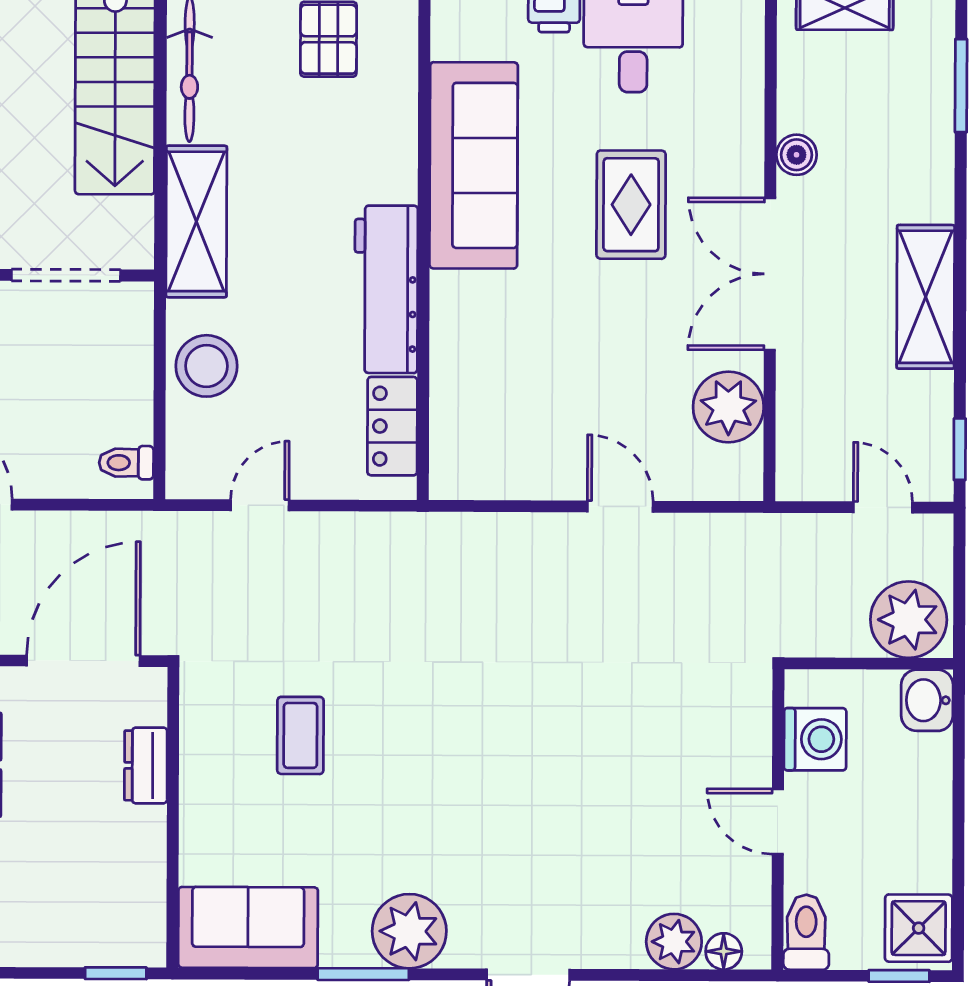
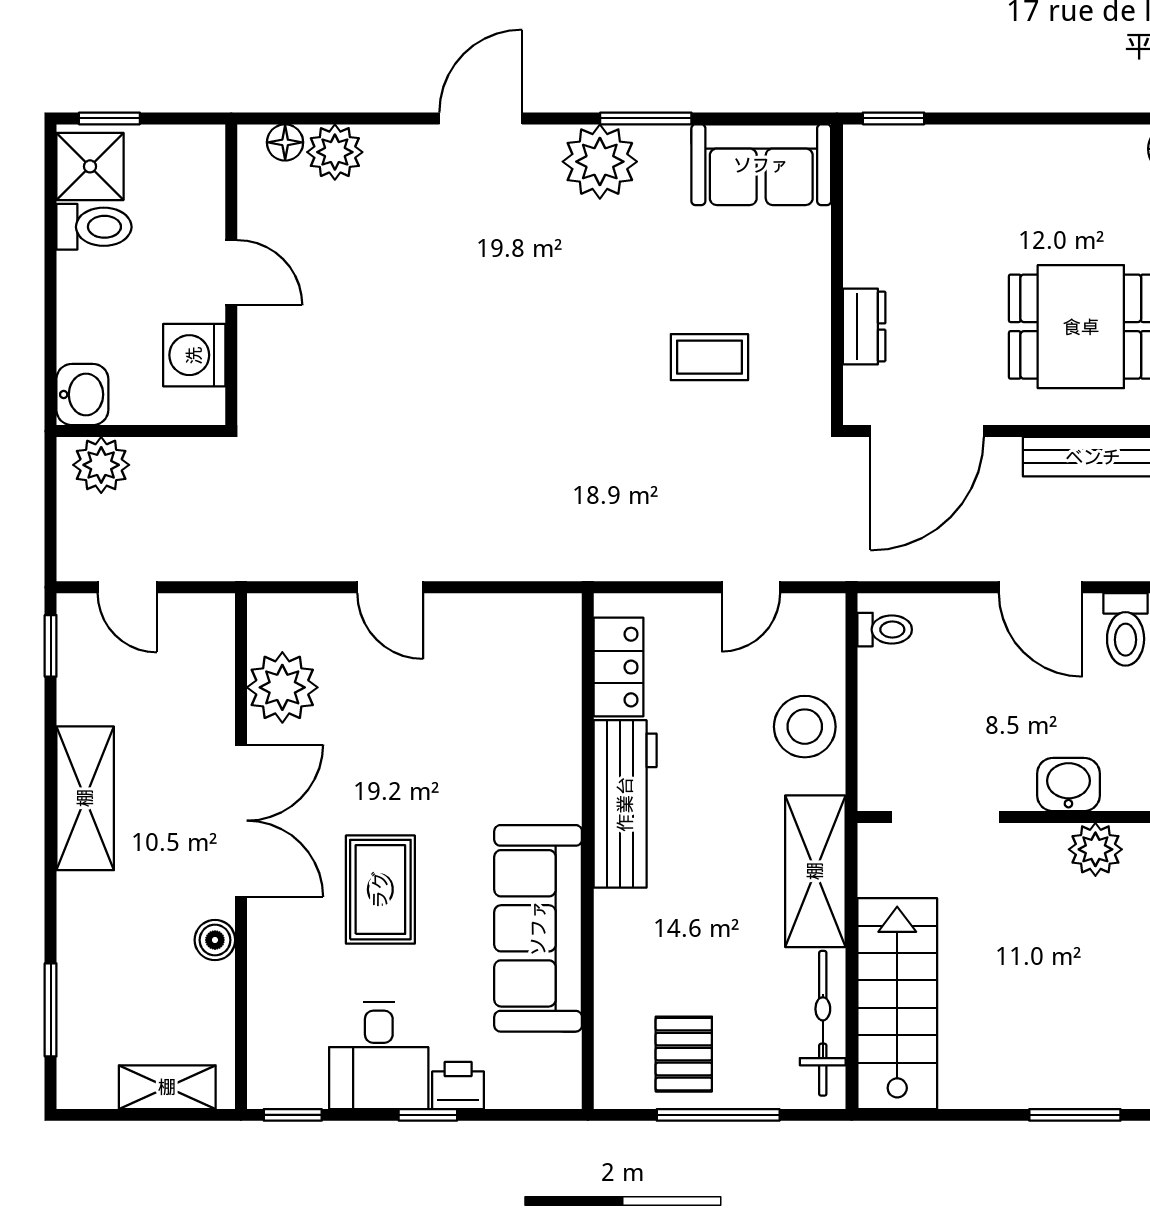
plant: (909, 620) -> (101, 465), width x0.73, depth x0.73
coffee table: (300, 735) -> (709, 357), turned 90
toilet: (806, 932) -> (94, 227), moved, turned -90

